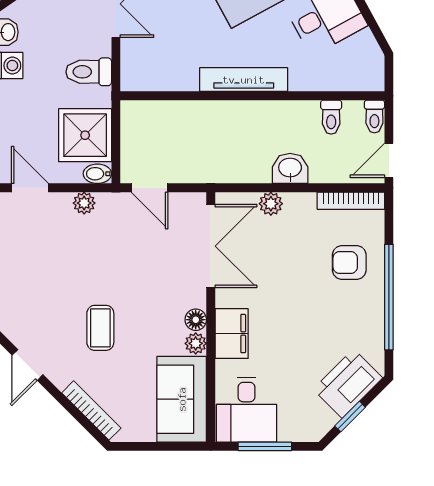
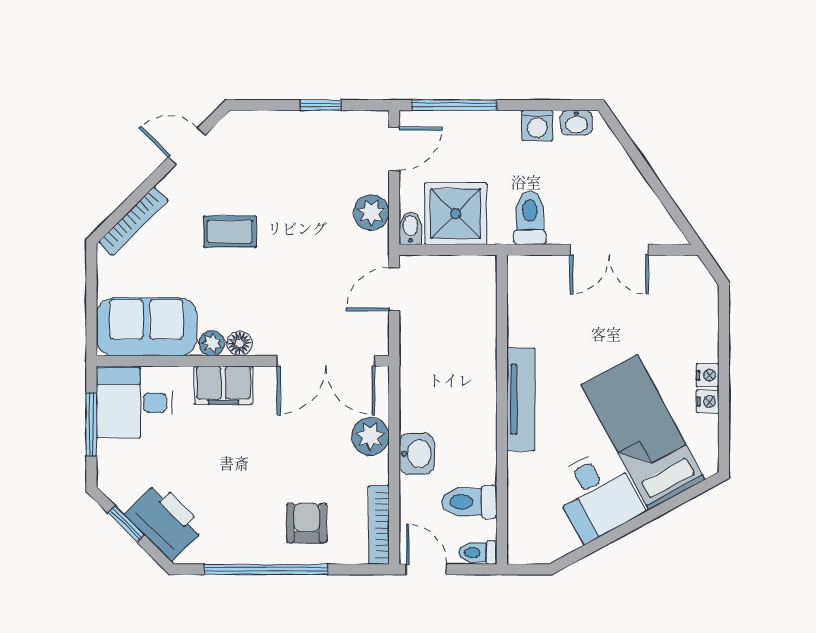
toilet: (331, 117) -> (469, 502), width x1.37, depth x1.39
plant: (84, 203) -> (371, 213), width x1.38, depth x1.38
plant: (271, 204) -> (370, 436), width x1.38, depth x1.38

